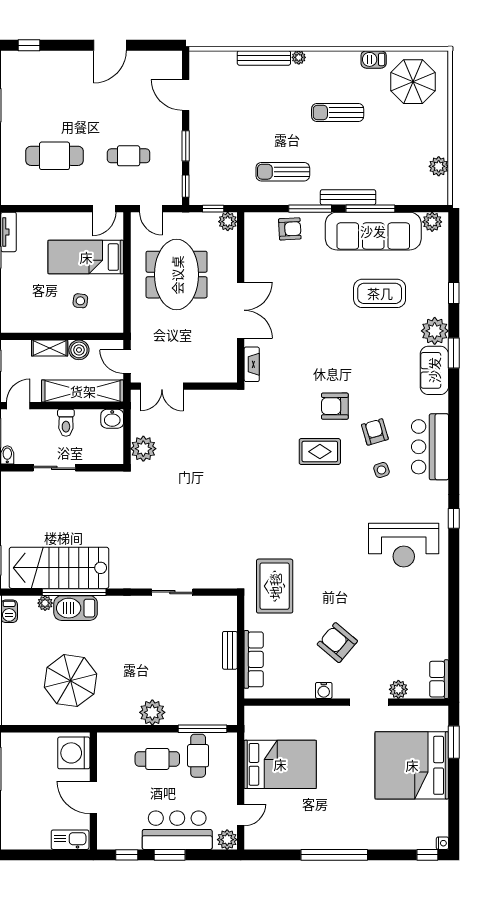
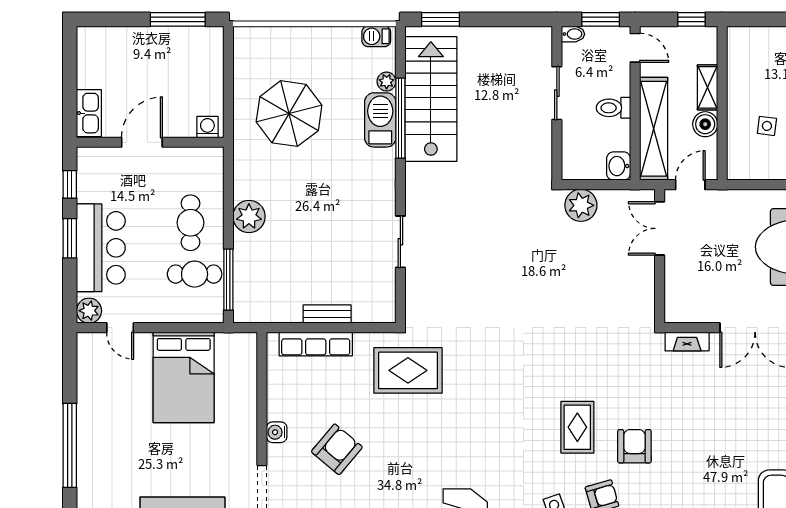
washing machine: (74, 753) -> (207, 127), width x0.53, depth x0.53

